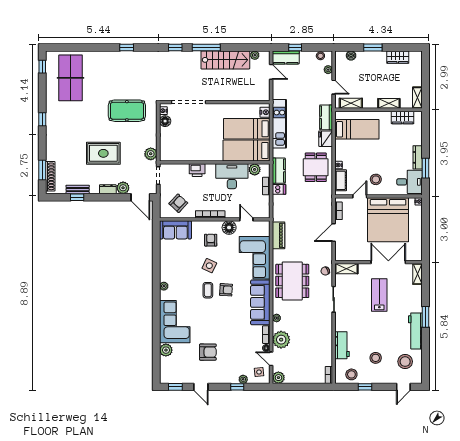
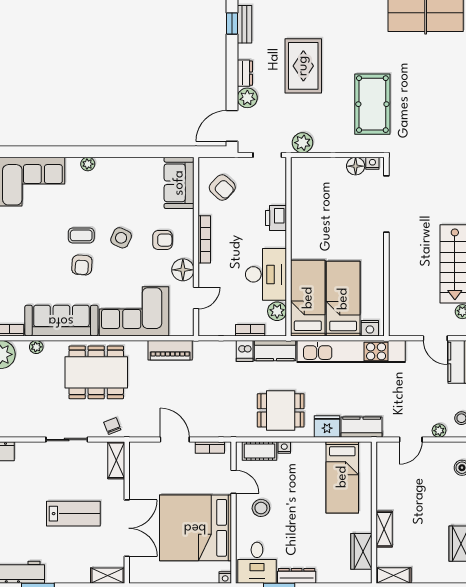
door: (271, 72) -> (435, 338), hinge flipped
shelving: (351, 103) -> (384, 467), removed
kitchen unit: (279, 124) -> (351, 351), width x1.36

